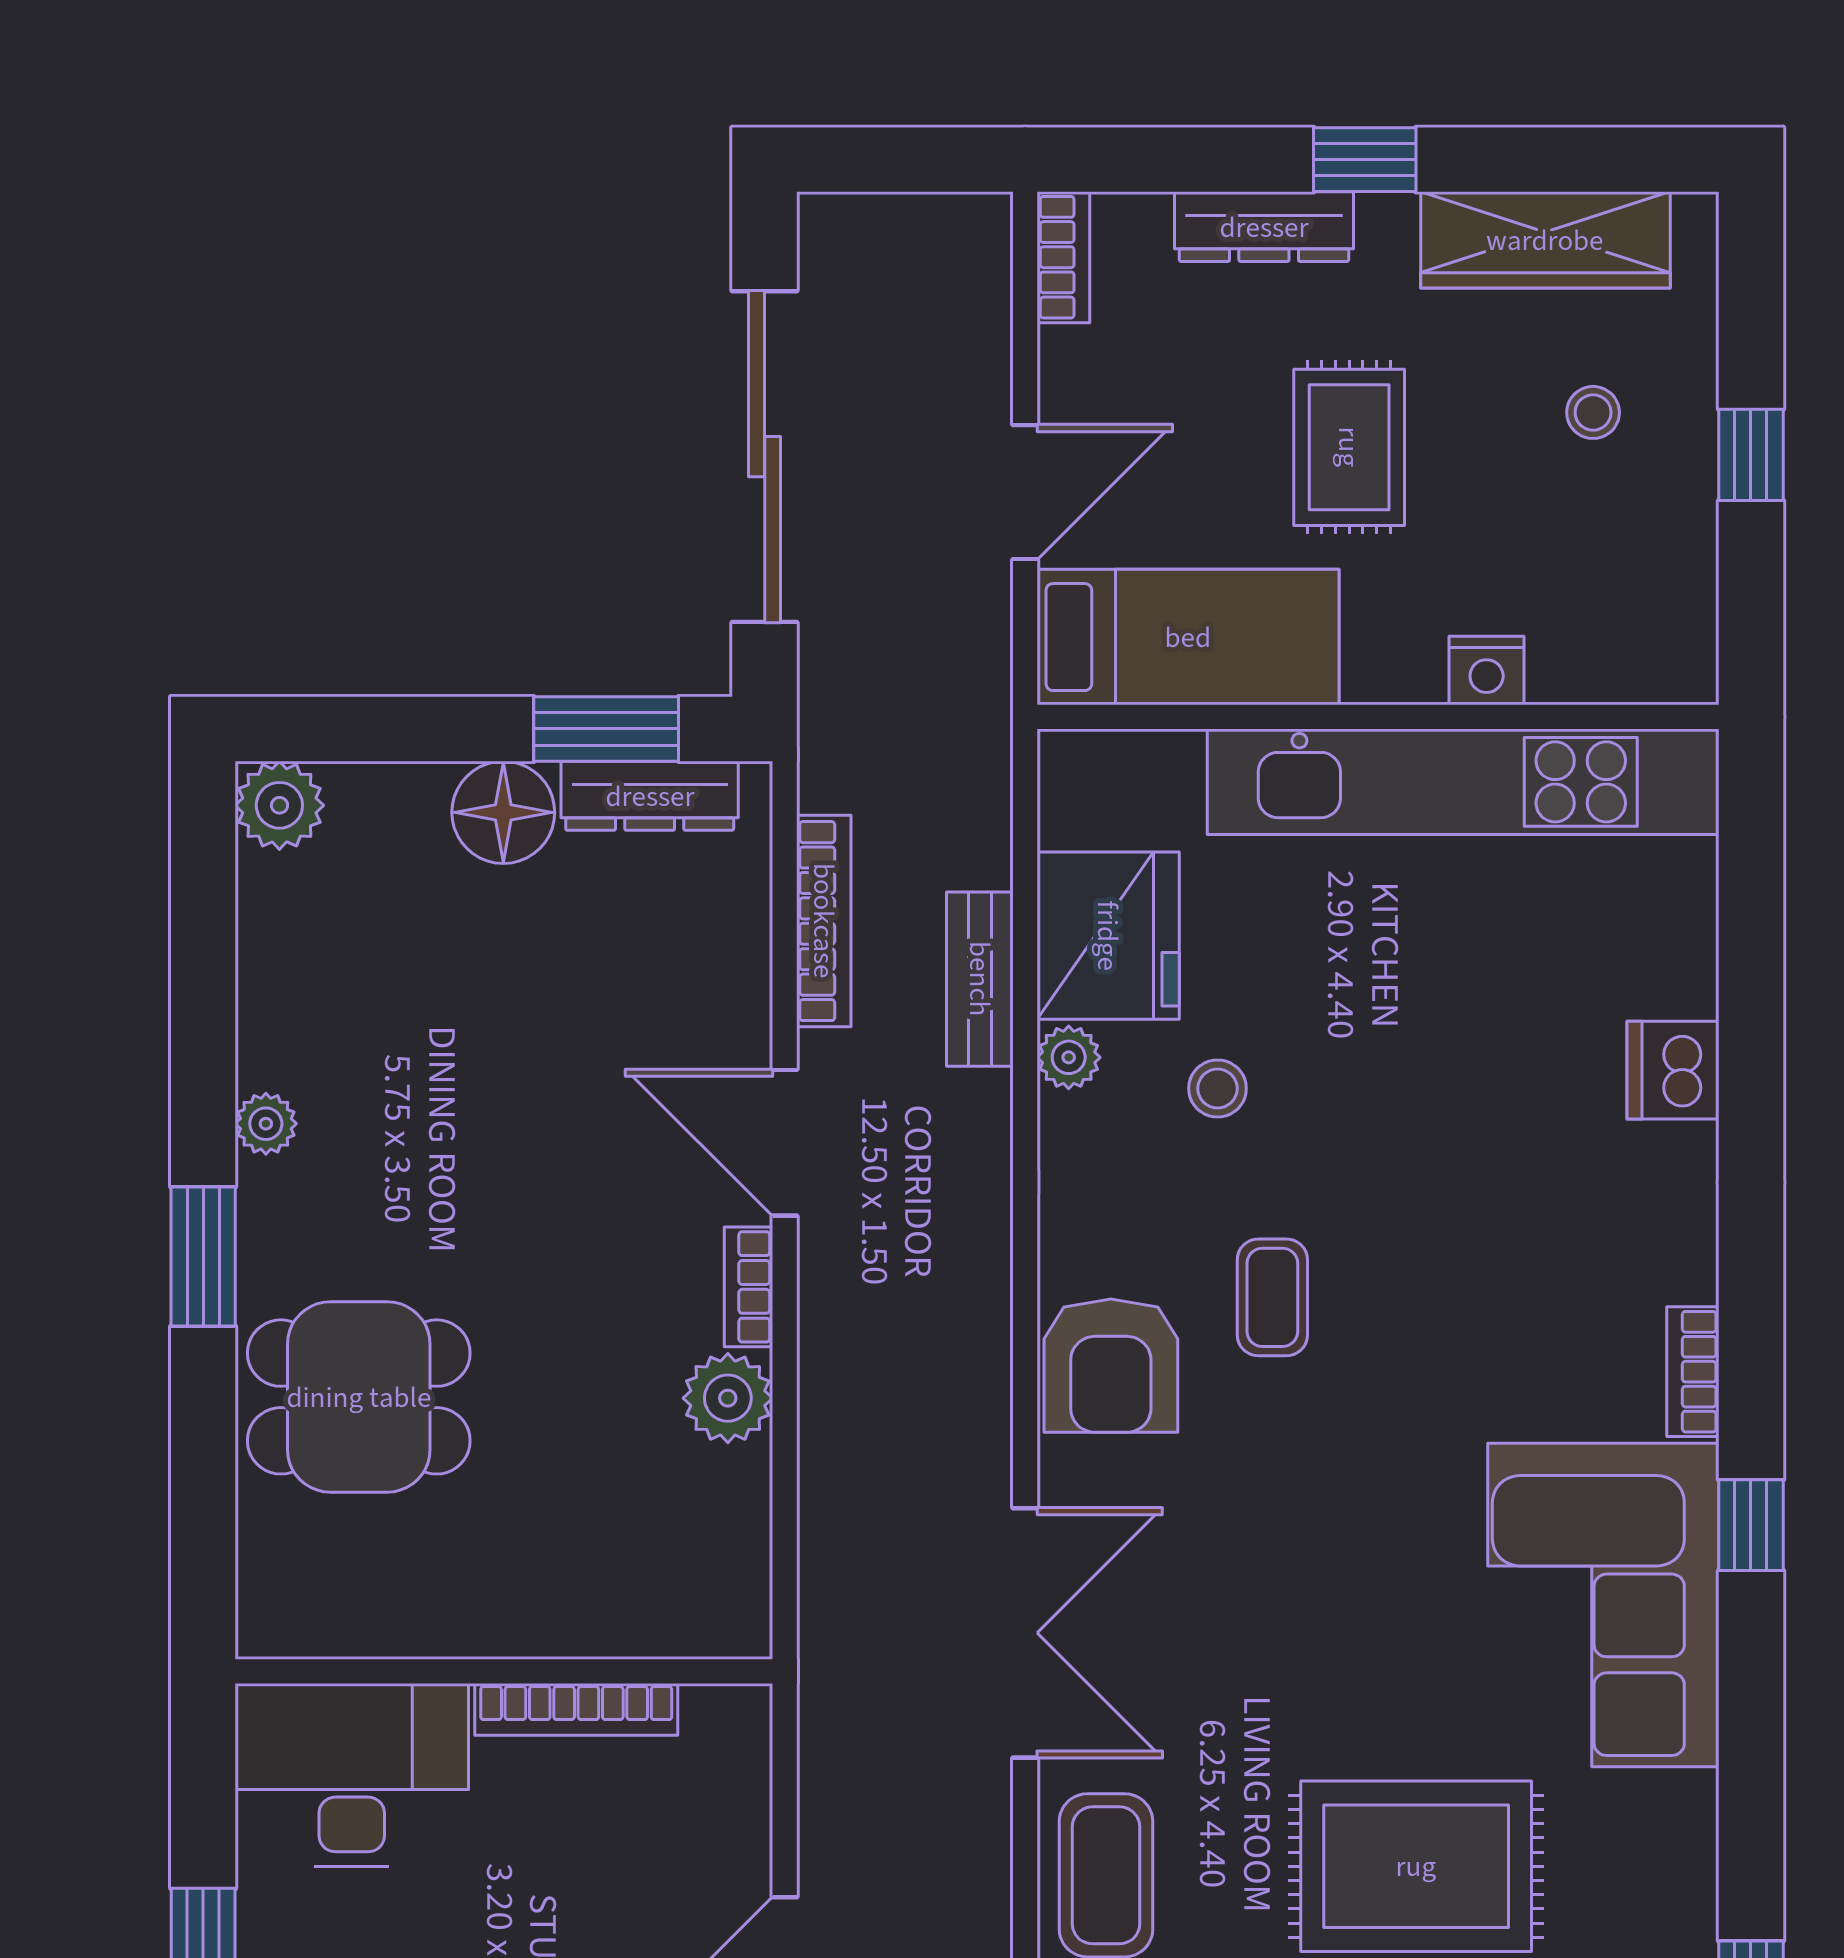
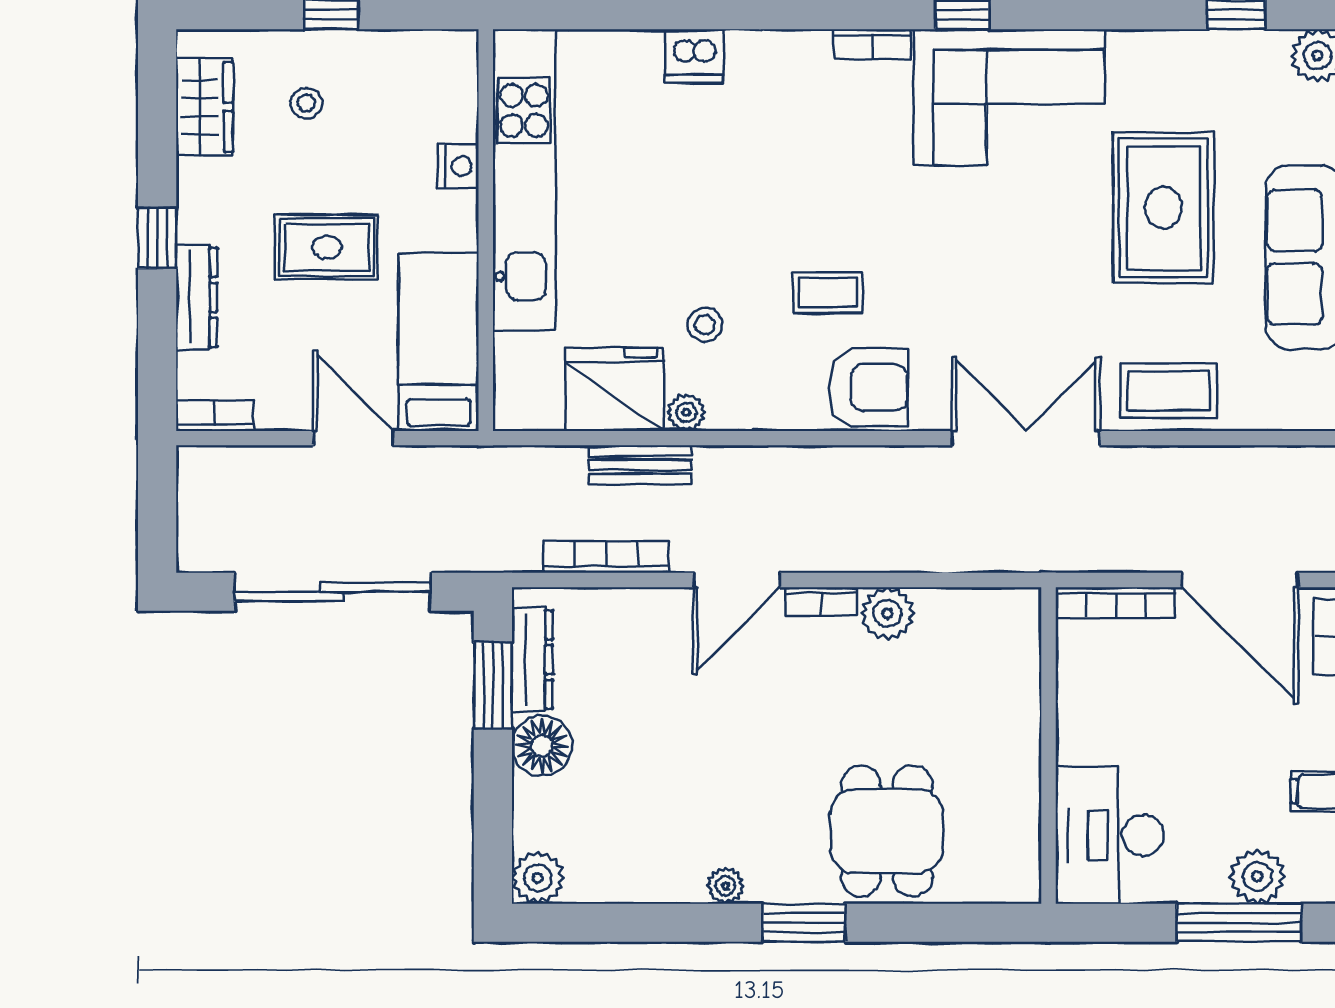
wardrobe: (1545, 240) -> (204, 107), width x0.67
bookcase: (576, 1709) -> (1115, 602), moved, turned 90

